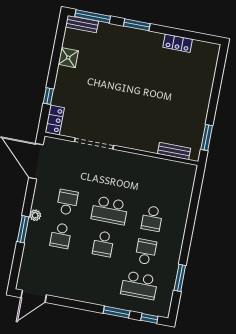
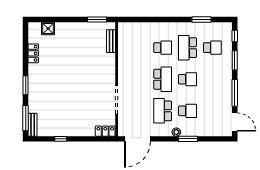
shower: (68, 58) -> (48, 29), moved
window: (48, 96) -> (61, 139), moved
school desk: (67, 202) -> (163, 111), width x1.85
school desk: (146, 252) -> (187, 48), width x1.85
school desk: (139, 285) -> (212, 48), width x0.54
window: (73, 304) -> (235, 93), added

